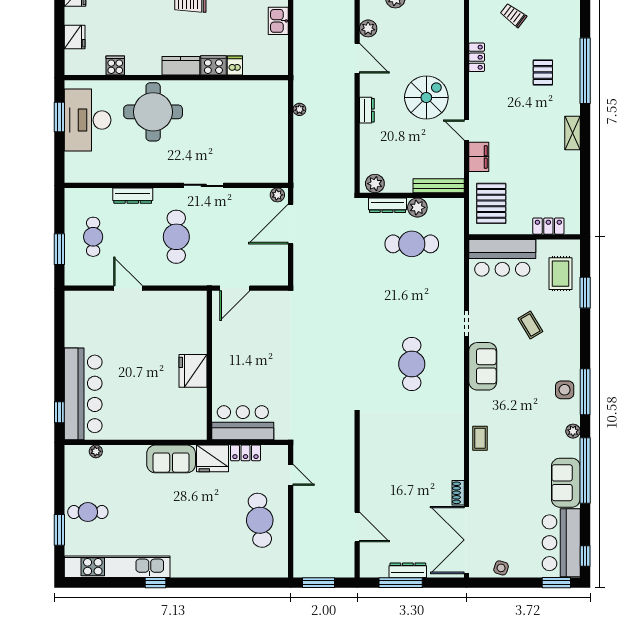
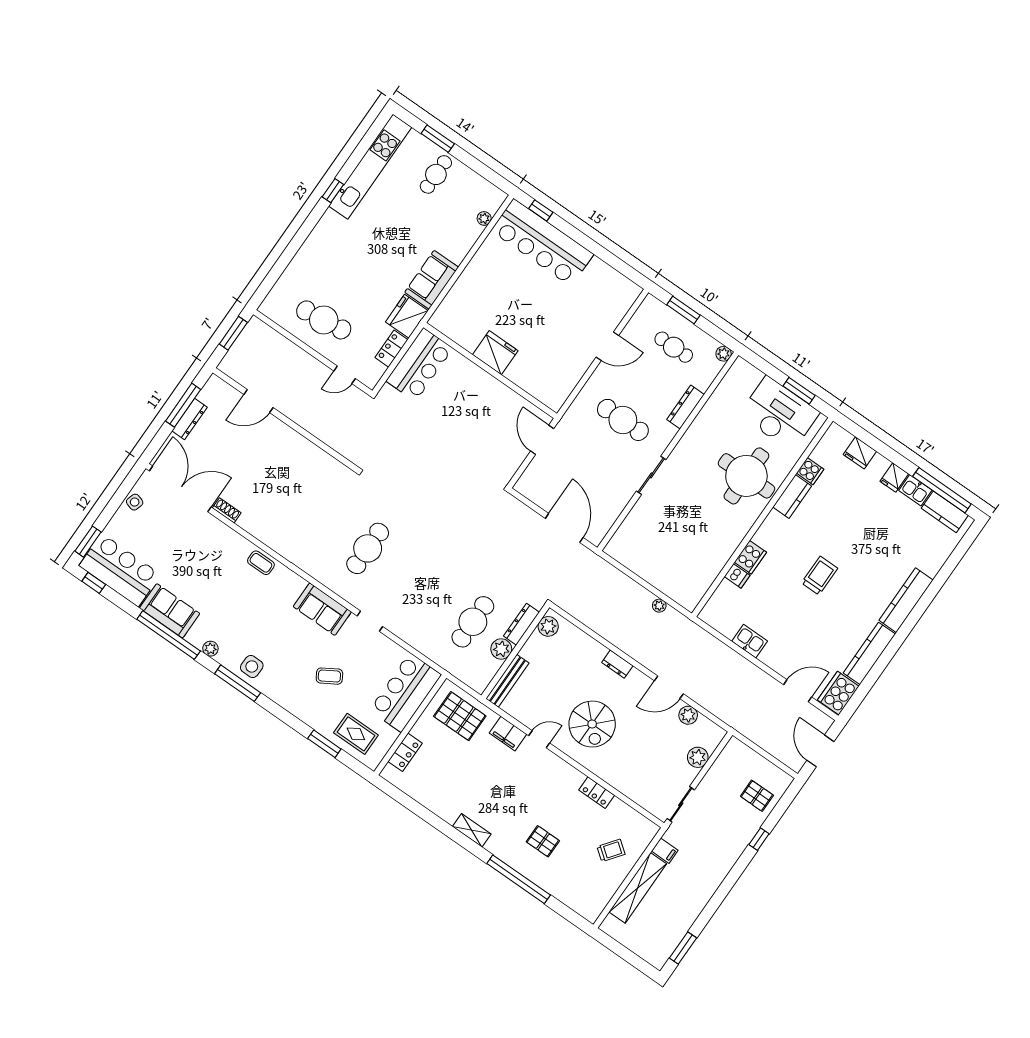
kitchen counter: (181, 66) -> (792, 496), moved
plant: (277, 195) -> (724, 354), moved
cafe table: (412, 364) -> (368, 548), turned 90

